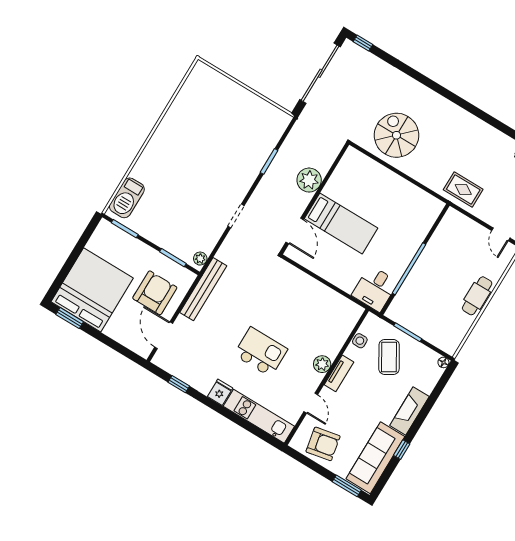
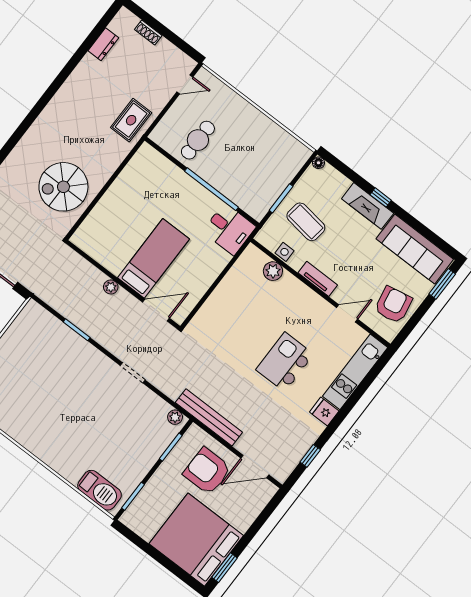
plant: (309, 180) -> (111, 287), width x0.53, depth x0.53
cafe table: (477, 296) -> (198, 140), moved, turned 90
coffee table: (389, 357) -> (306, 222), turned 39
plant: (322, 364) -> (273, 271), moved
window: (402, 450) -> (381, 197), moved

